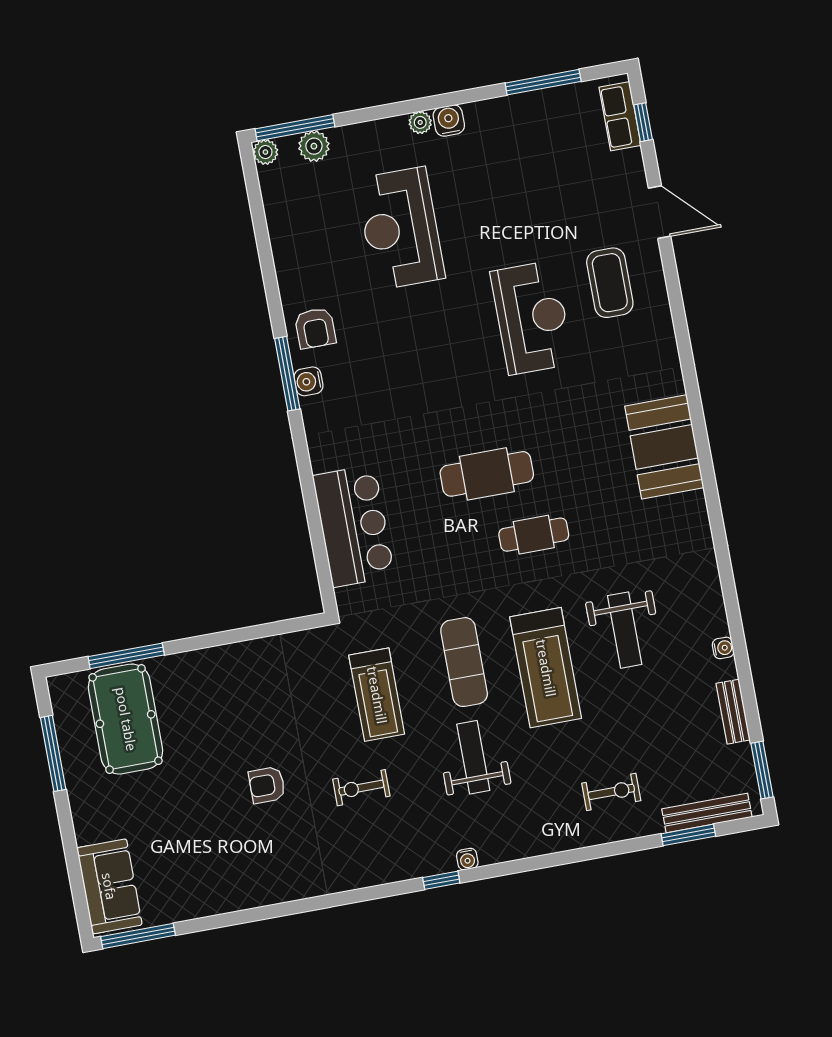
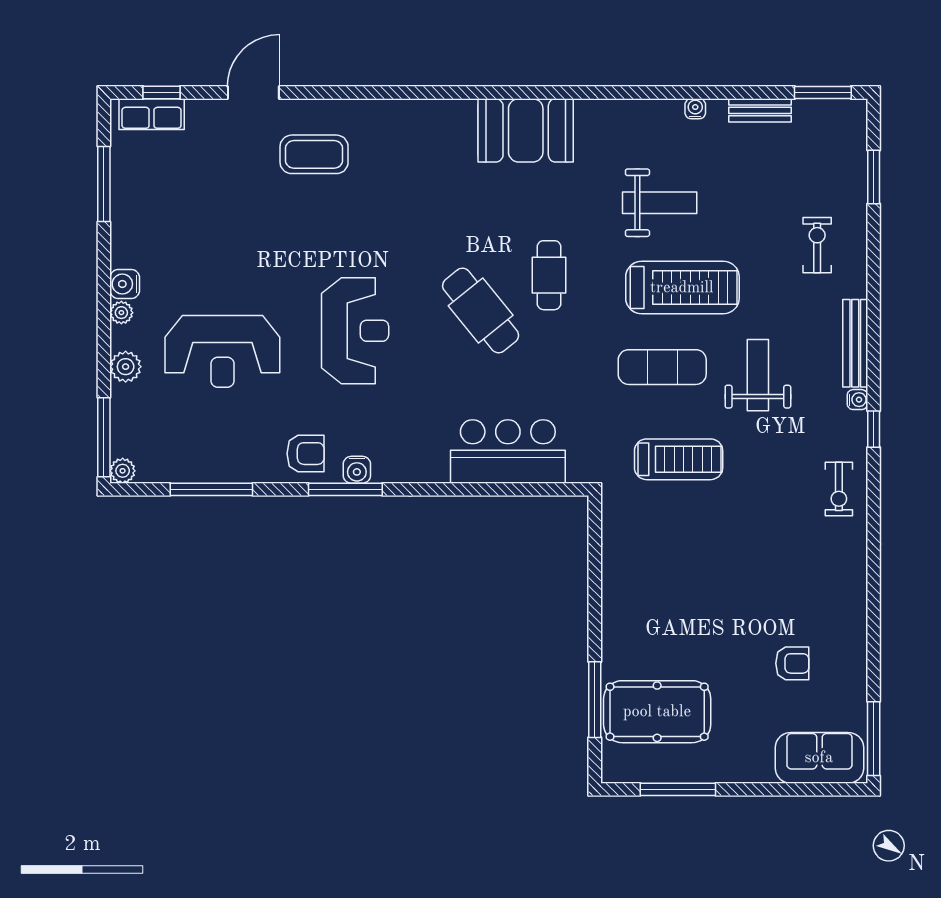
plant: (314, 146) -> (126, 367), moved
window: (263, 242) -> (211, 489), added
reception desk: (532, 318) -> (355, 331), moved, turned 90
booth: (664, 447) -> (526, 130), moved
cafe table: (487, 474) -> (481, 311), turned -39
weight bench: (473, 757) -> (758, 375), turned 90
armchair: (267, 785) -> (792, 663), moved, turned -90
exercise bike: (361, 788) -> (839, 489), moved
bench: (707, 813) -> (855, 343), moved

